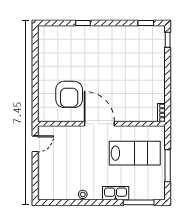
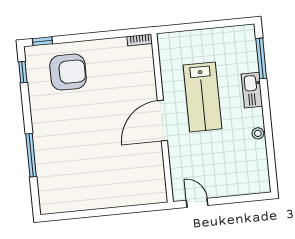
window: (83, 23) -> (31, 155), width x2.17
armchair: (69, 94) -> (68, 72), moved
lab bench: (135, 153) -> (203, 97), moved, turned 180
window: (168, 166) -> (209, 25), removed

